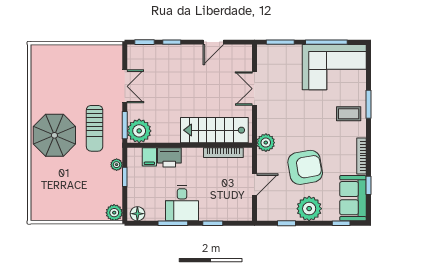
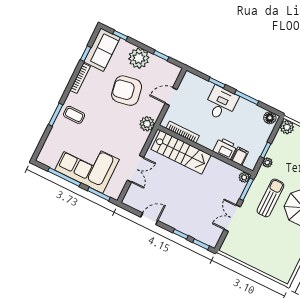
corner sofa: (334, 67) -> (87, 165), moved
plant: (139, 131) -> (244, 177), width x0.53, depth x0.53
desk: (182, 203) -> (221, 103), moved

